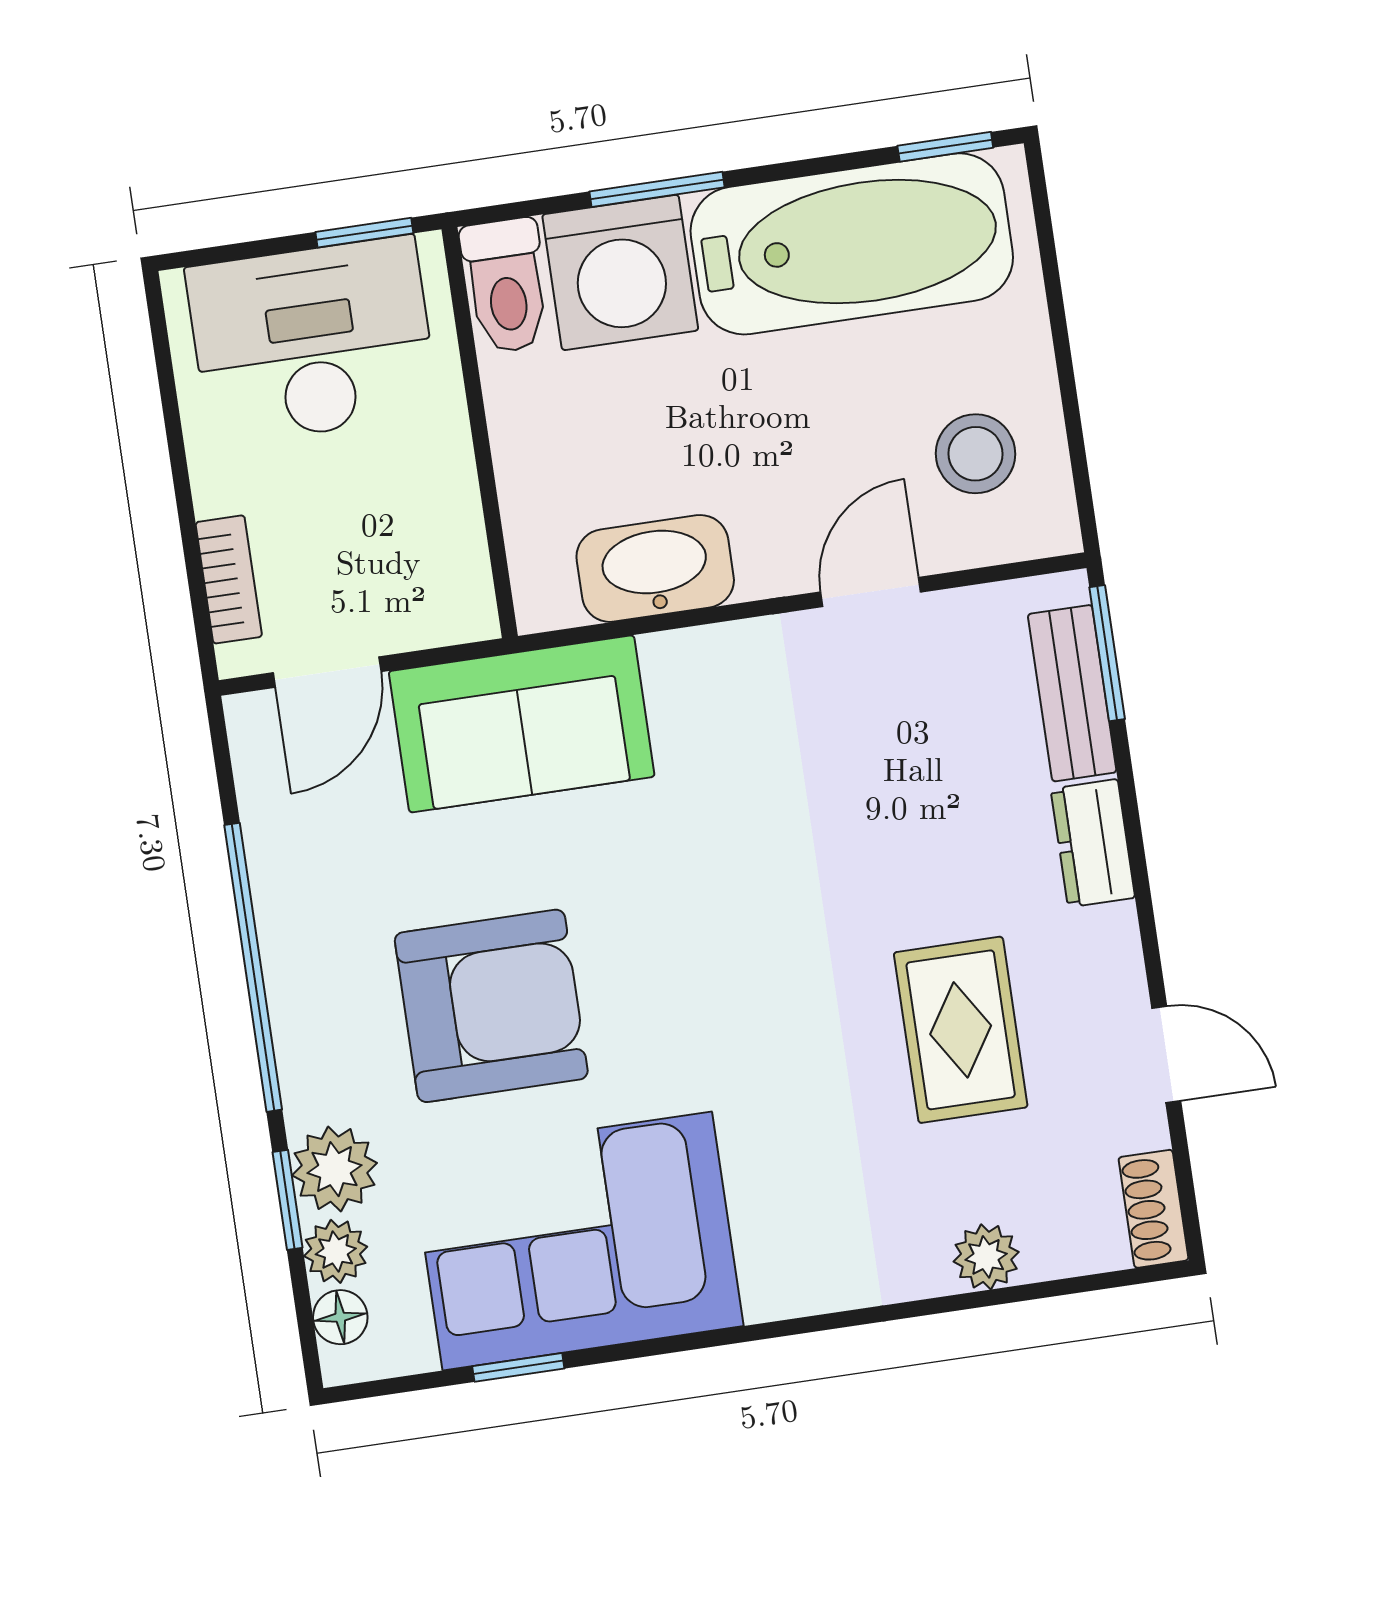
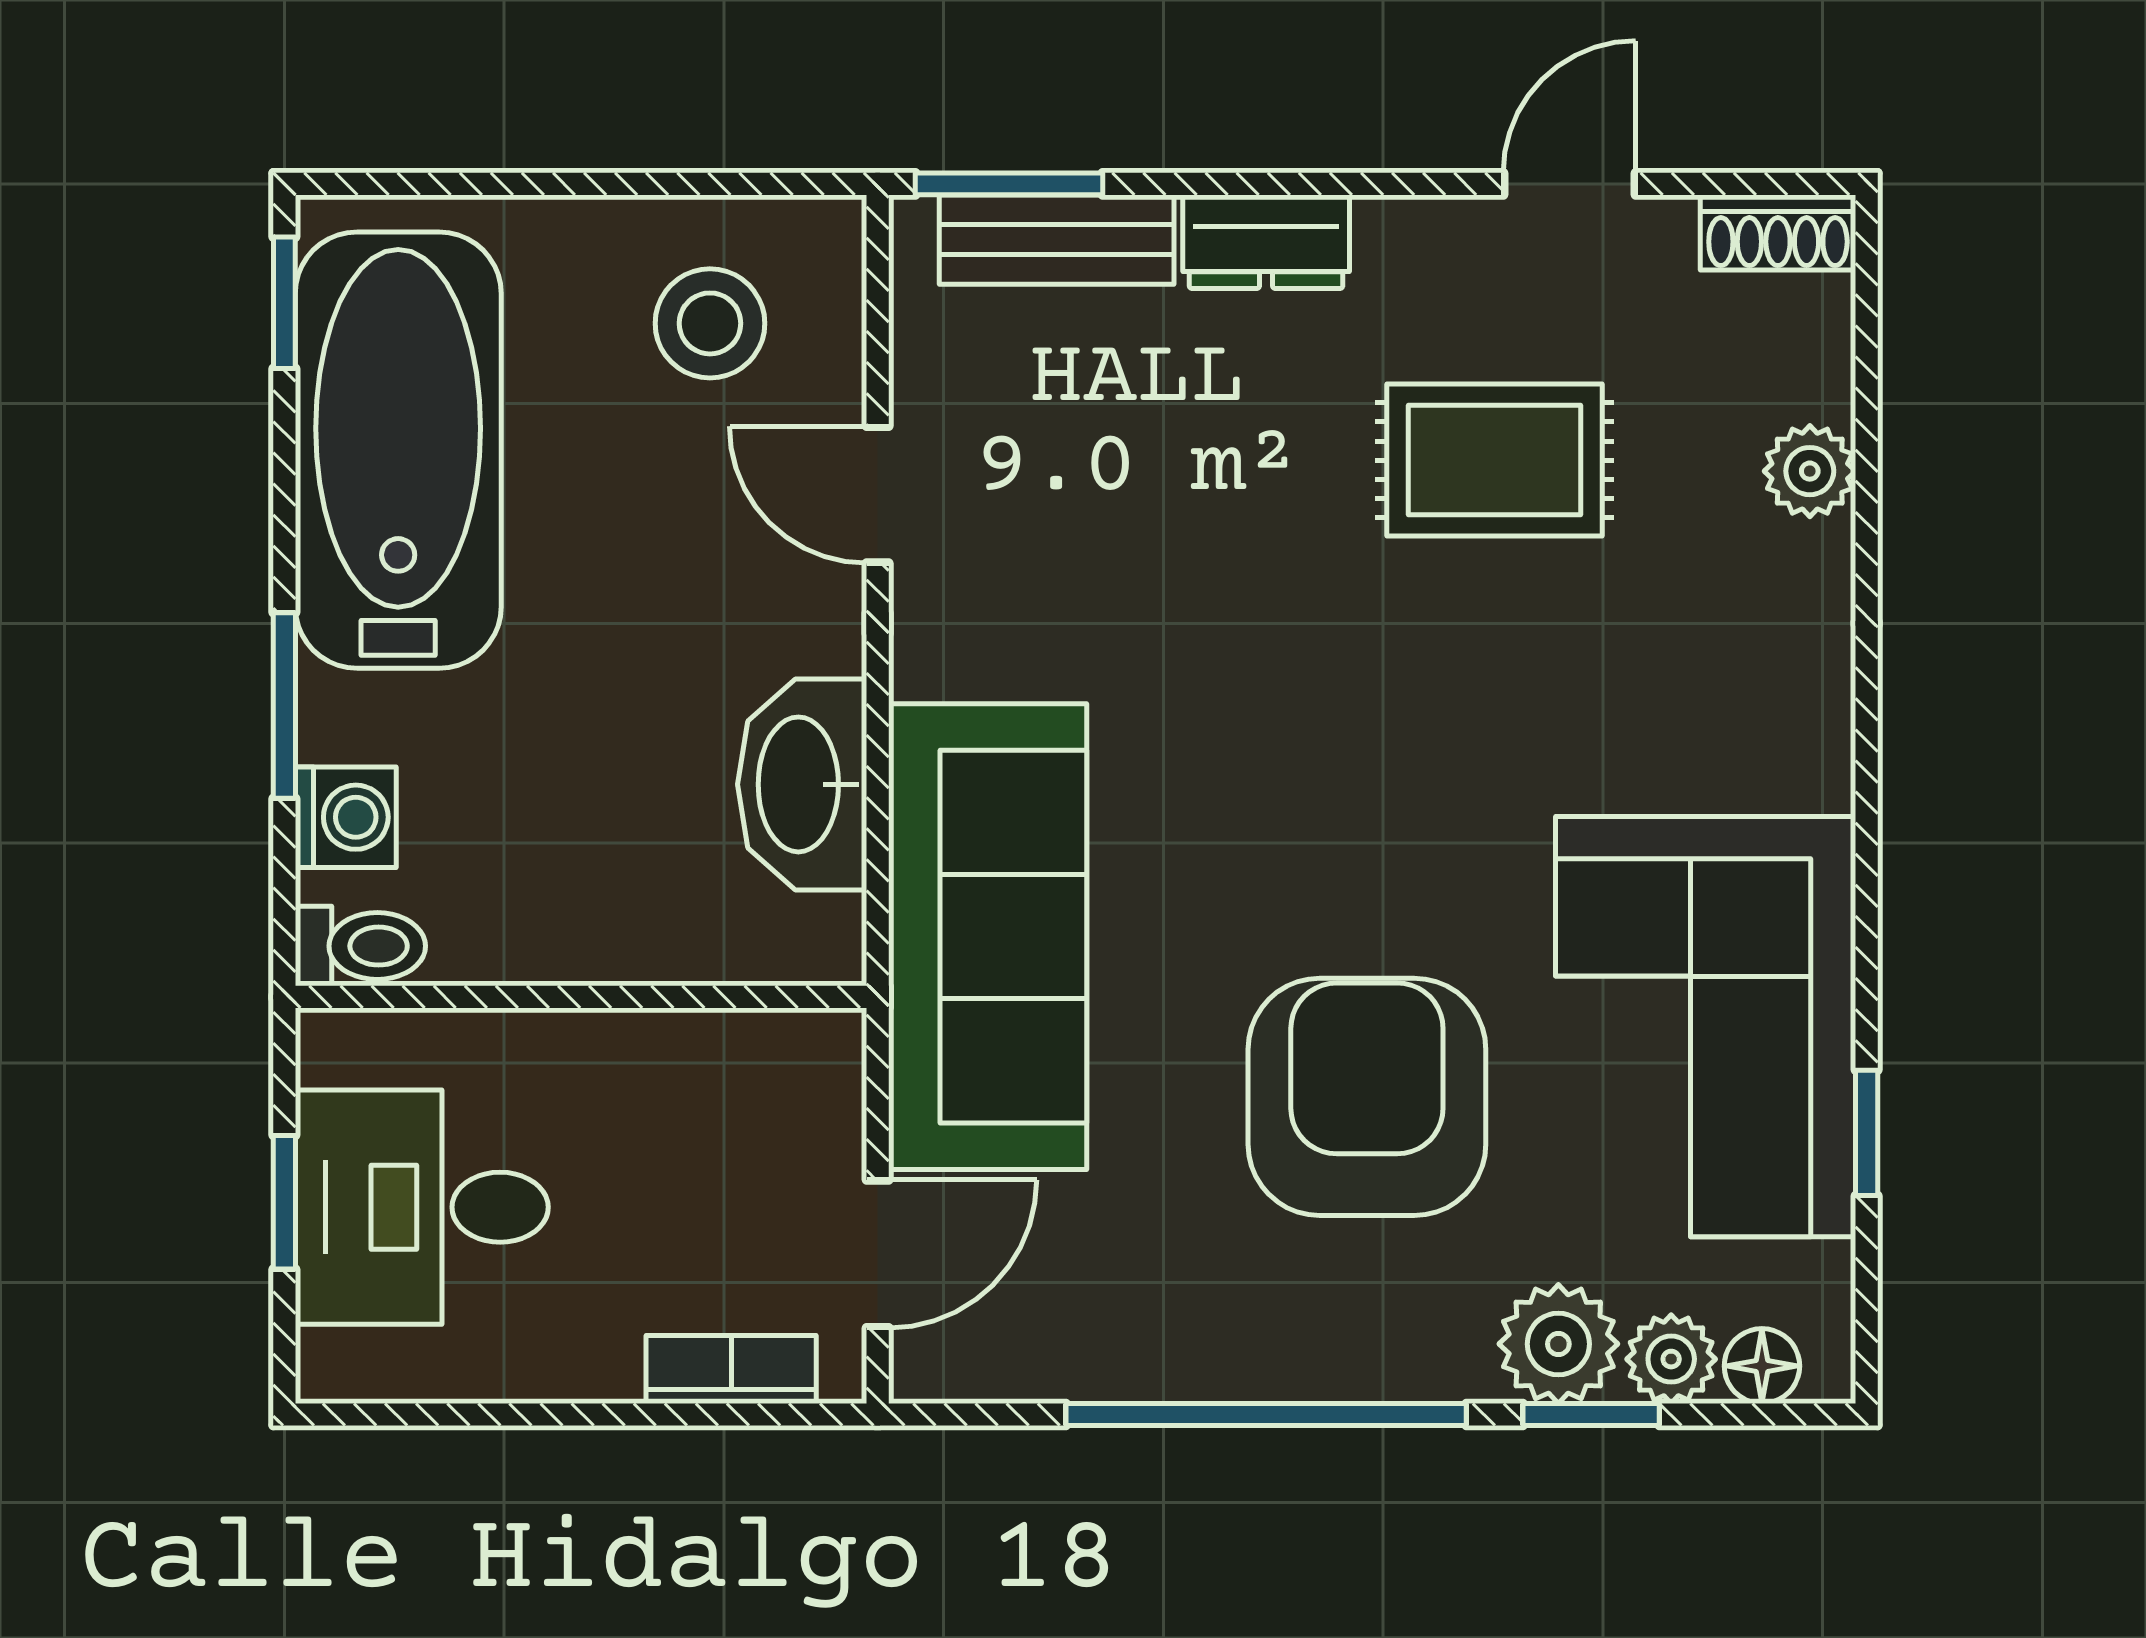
window: (364, 233) -> (284, 1202), moved
washing machine: (620, 272) -> (346, 817), width x0.53, depth x0.53
toilet: (506, 286) -> (360, 946), width x0.73, depth x0.72
desk: (312, 341) -> (422, 1207), width x0.73
door: (327, 672) -> (878, 1254), hinge flipped
sofa: (522, 724) -> (988, 937), width x1.36

